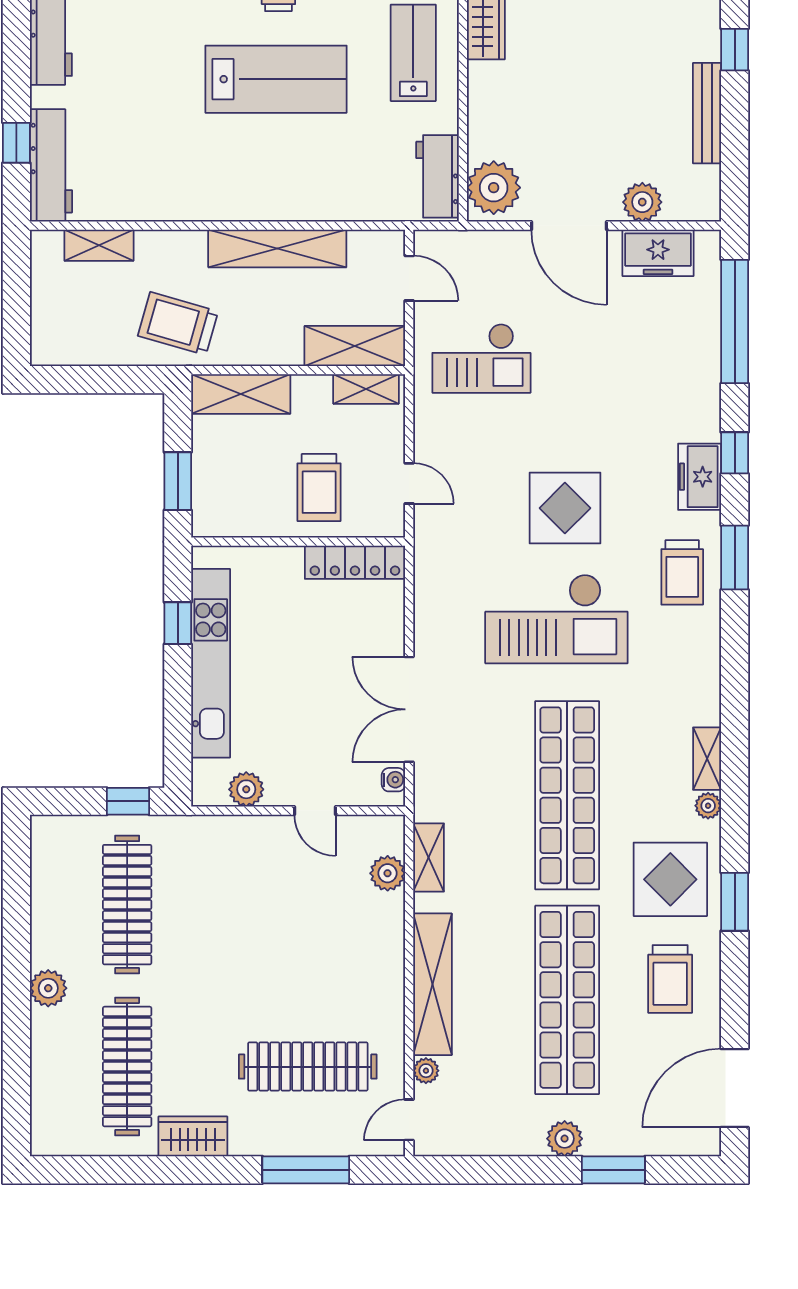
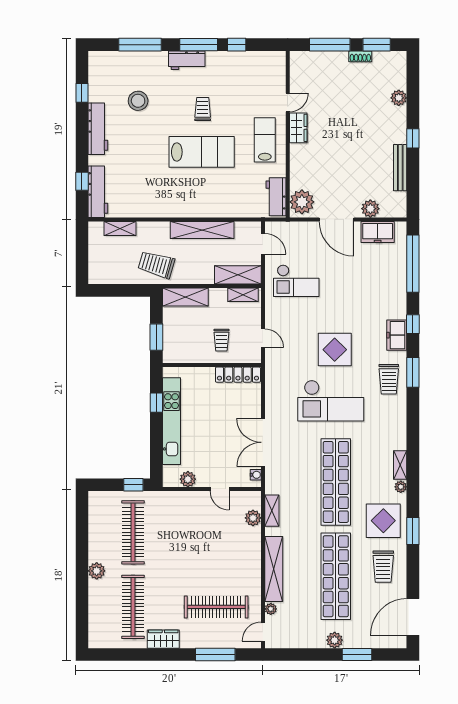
trolley: (319, 488) -> (221, 340), width x0.73, depth x0.72

